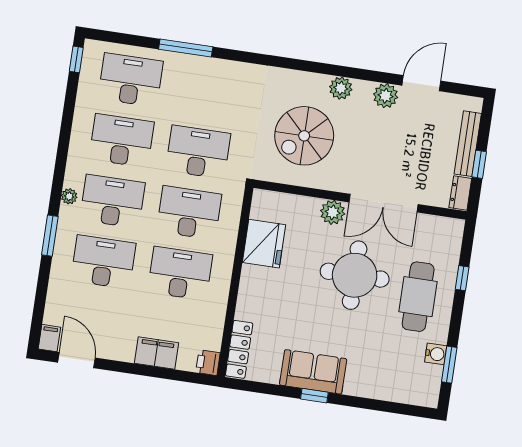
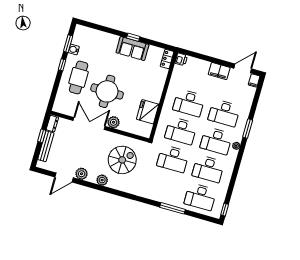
window: (462, 278) -> (62, 65), moved
locker: (239, 349) -> (167, 59), width x0.66
filing cabinet: (156, 353) -> (219, 71), moved
door: (77, 360) -> (243, 68), swing flipped

